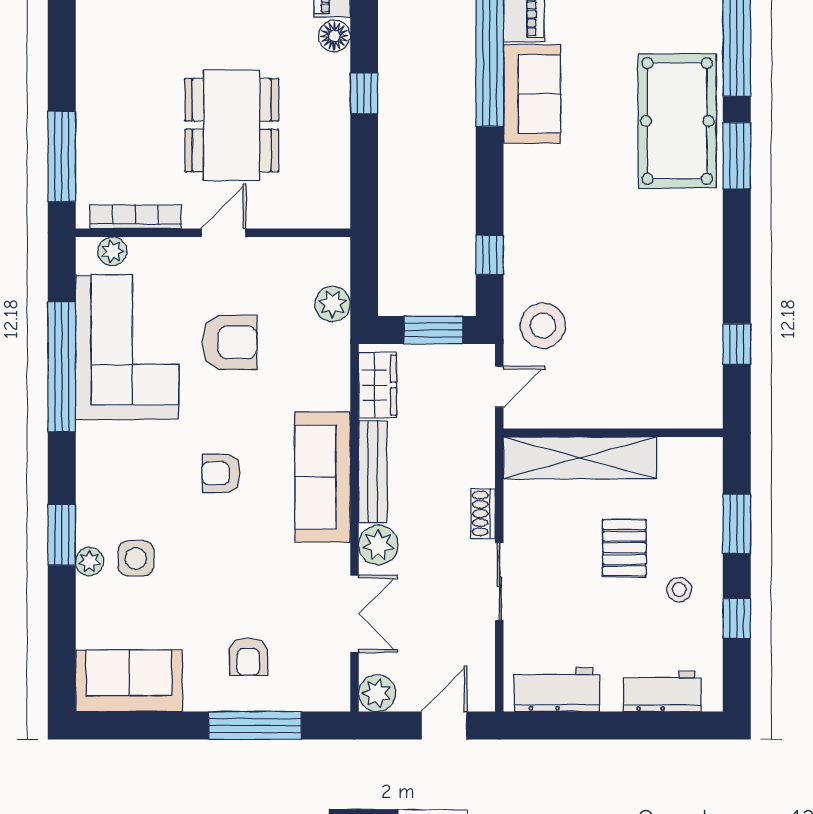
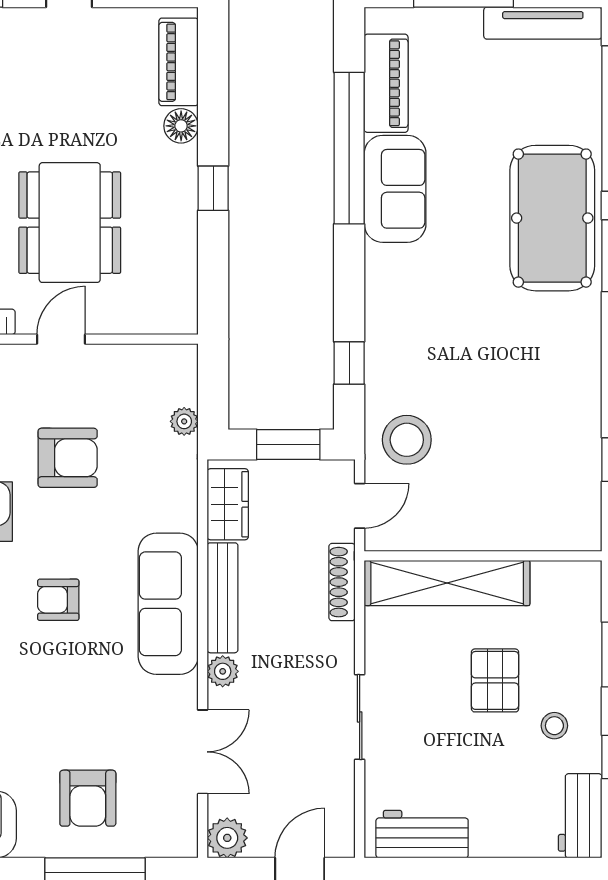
plant: (333, 304) -> (184, 421), width x0.73, depth x0.73
shoe rack: (483, 513) -> (342, 582), moved, width x1.43
plant: (378, 545) -> (223, 671), width x0.73, depth x0.73
armchair: (248, 657) -> (88, 798), width x1.38, depth x1.38
workbench: (662, 692) -> (580, 816), moved, turned -90

